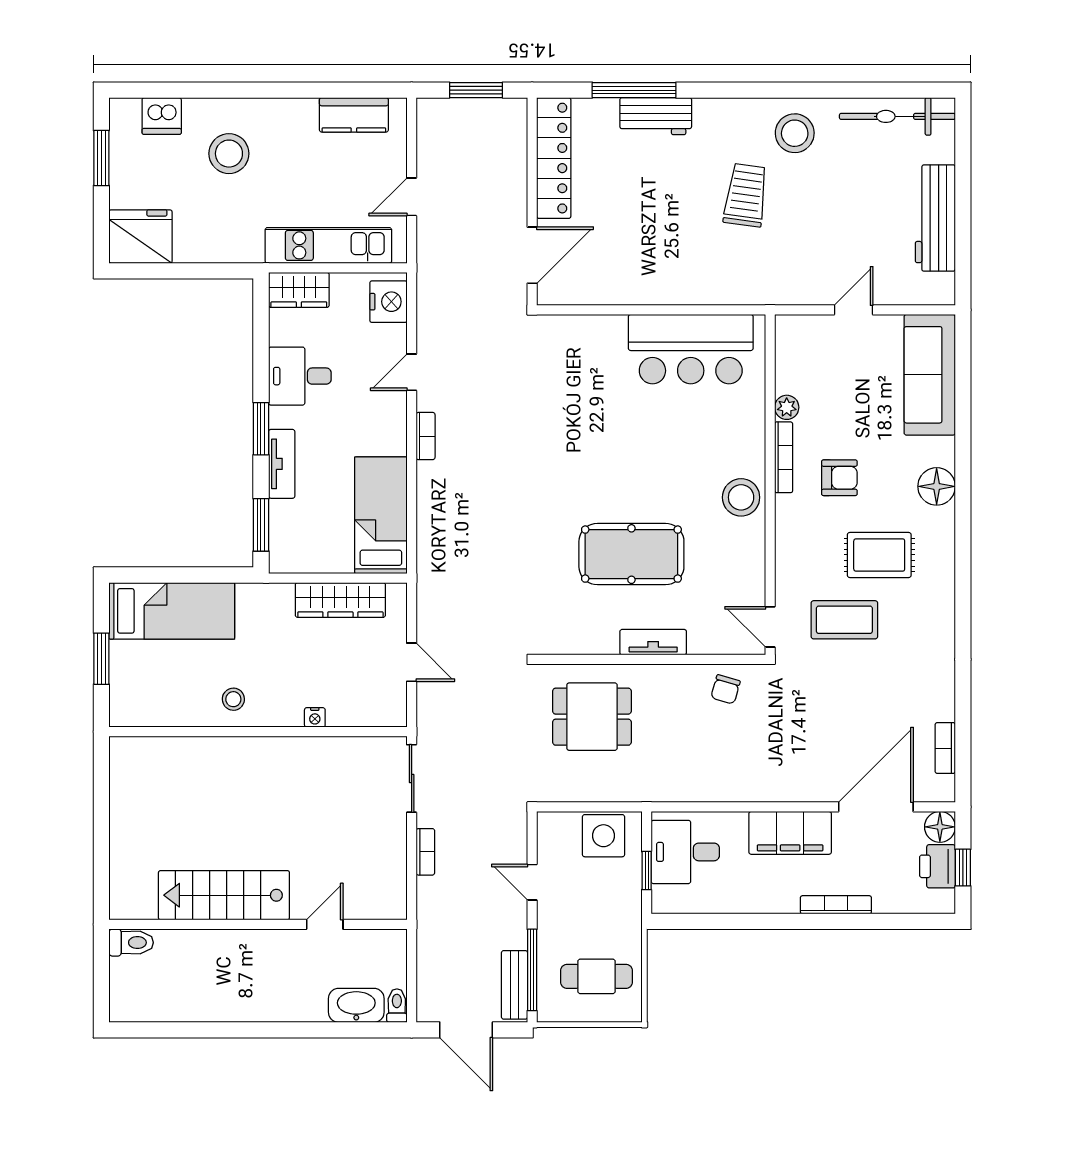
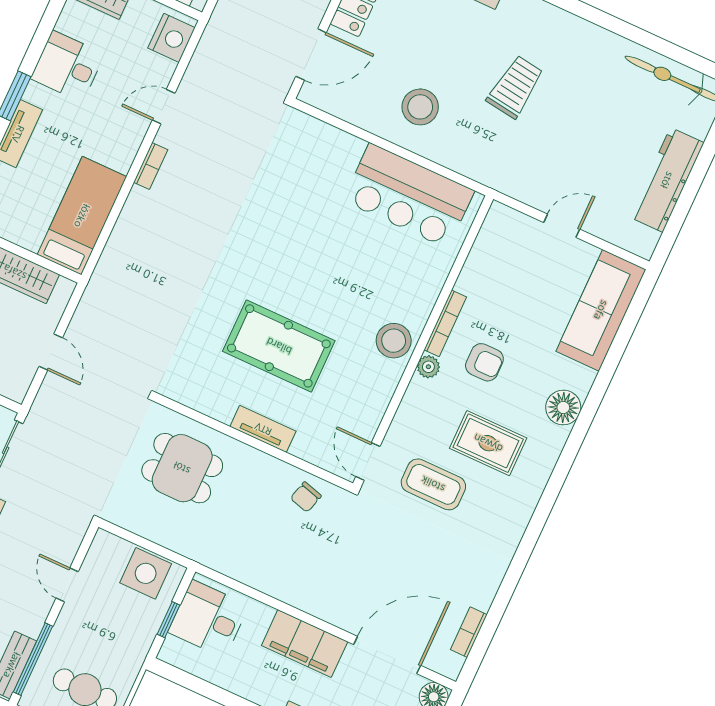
stool: (795, 133) -> (420, 107), moved
plant: (787, 407) -> (428, 367), moved

